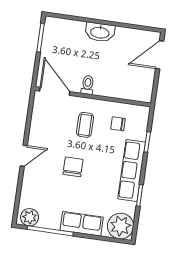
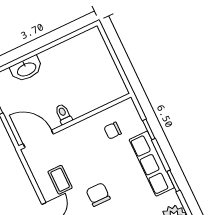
washbasin: (100, 32) -> (26, 69), moved
door: (160, 55) -> (109, 46), removed
coffee table: (85, 125) -> (60, 180), moved

